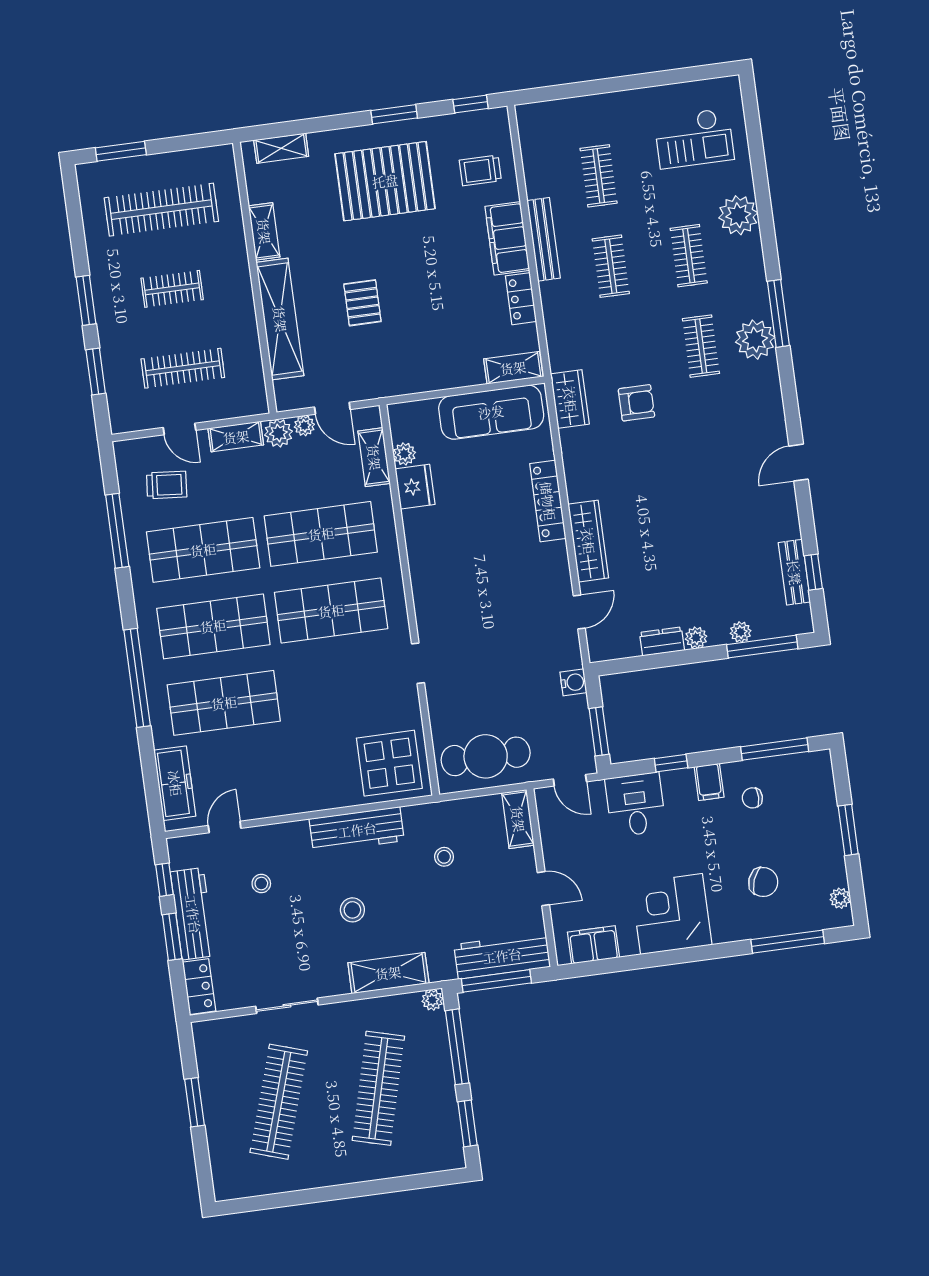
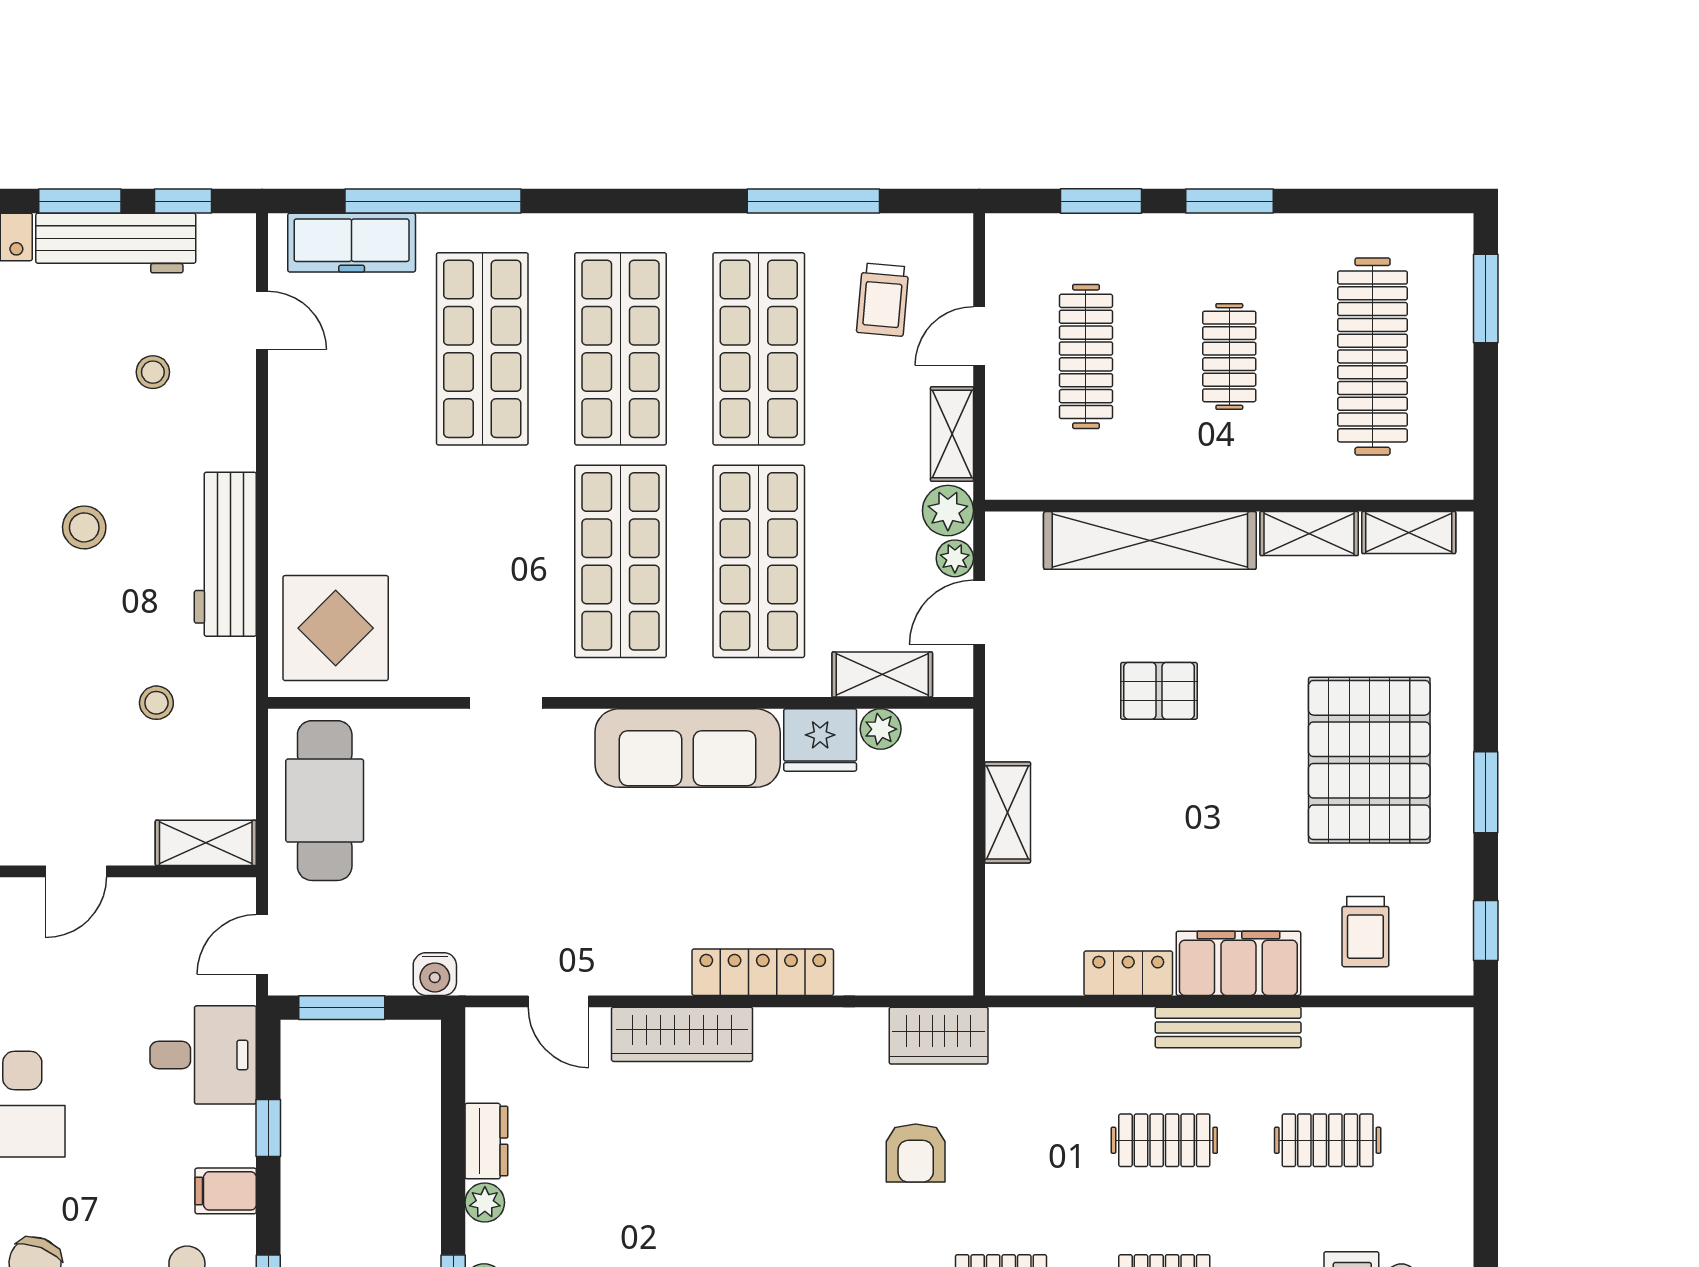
shelving: (281, 148) -> (1409, 532), moved, turned 90
trolley: (480, 170) -> (1365, 932), turned 180
shelving: (513, 368) -> (1008, 812), moved
sofa: (491, 412) -> (688, 748), moved, turned -90
window: (137, 678) -> (433, 201), moved

